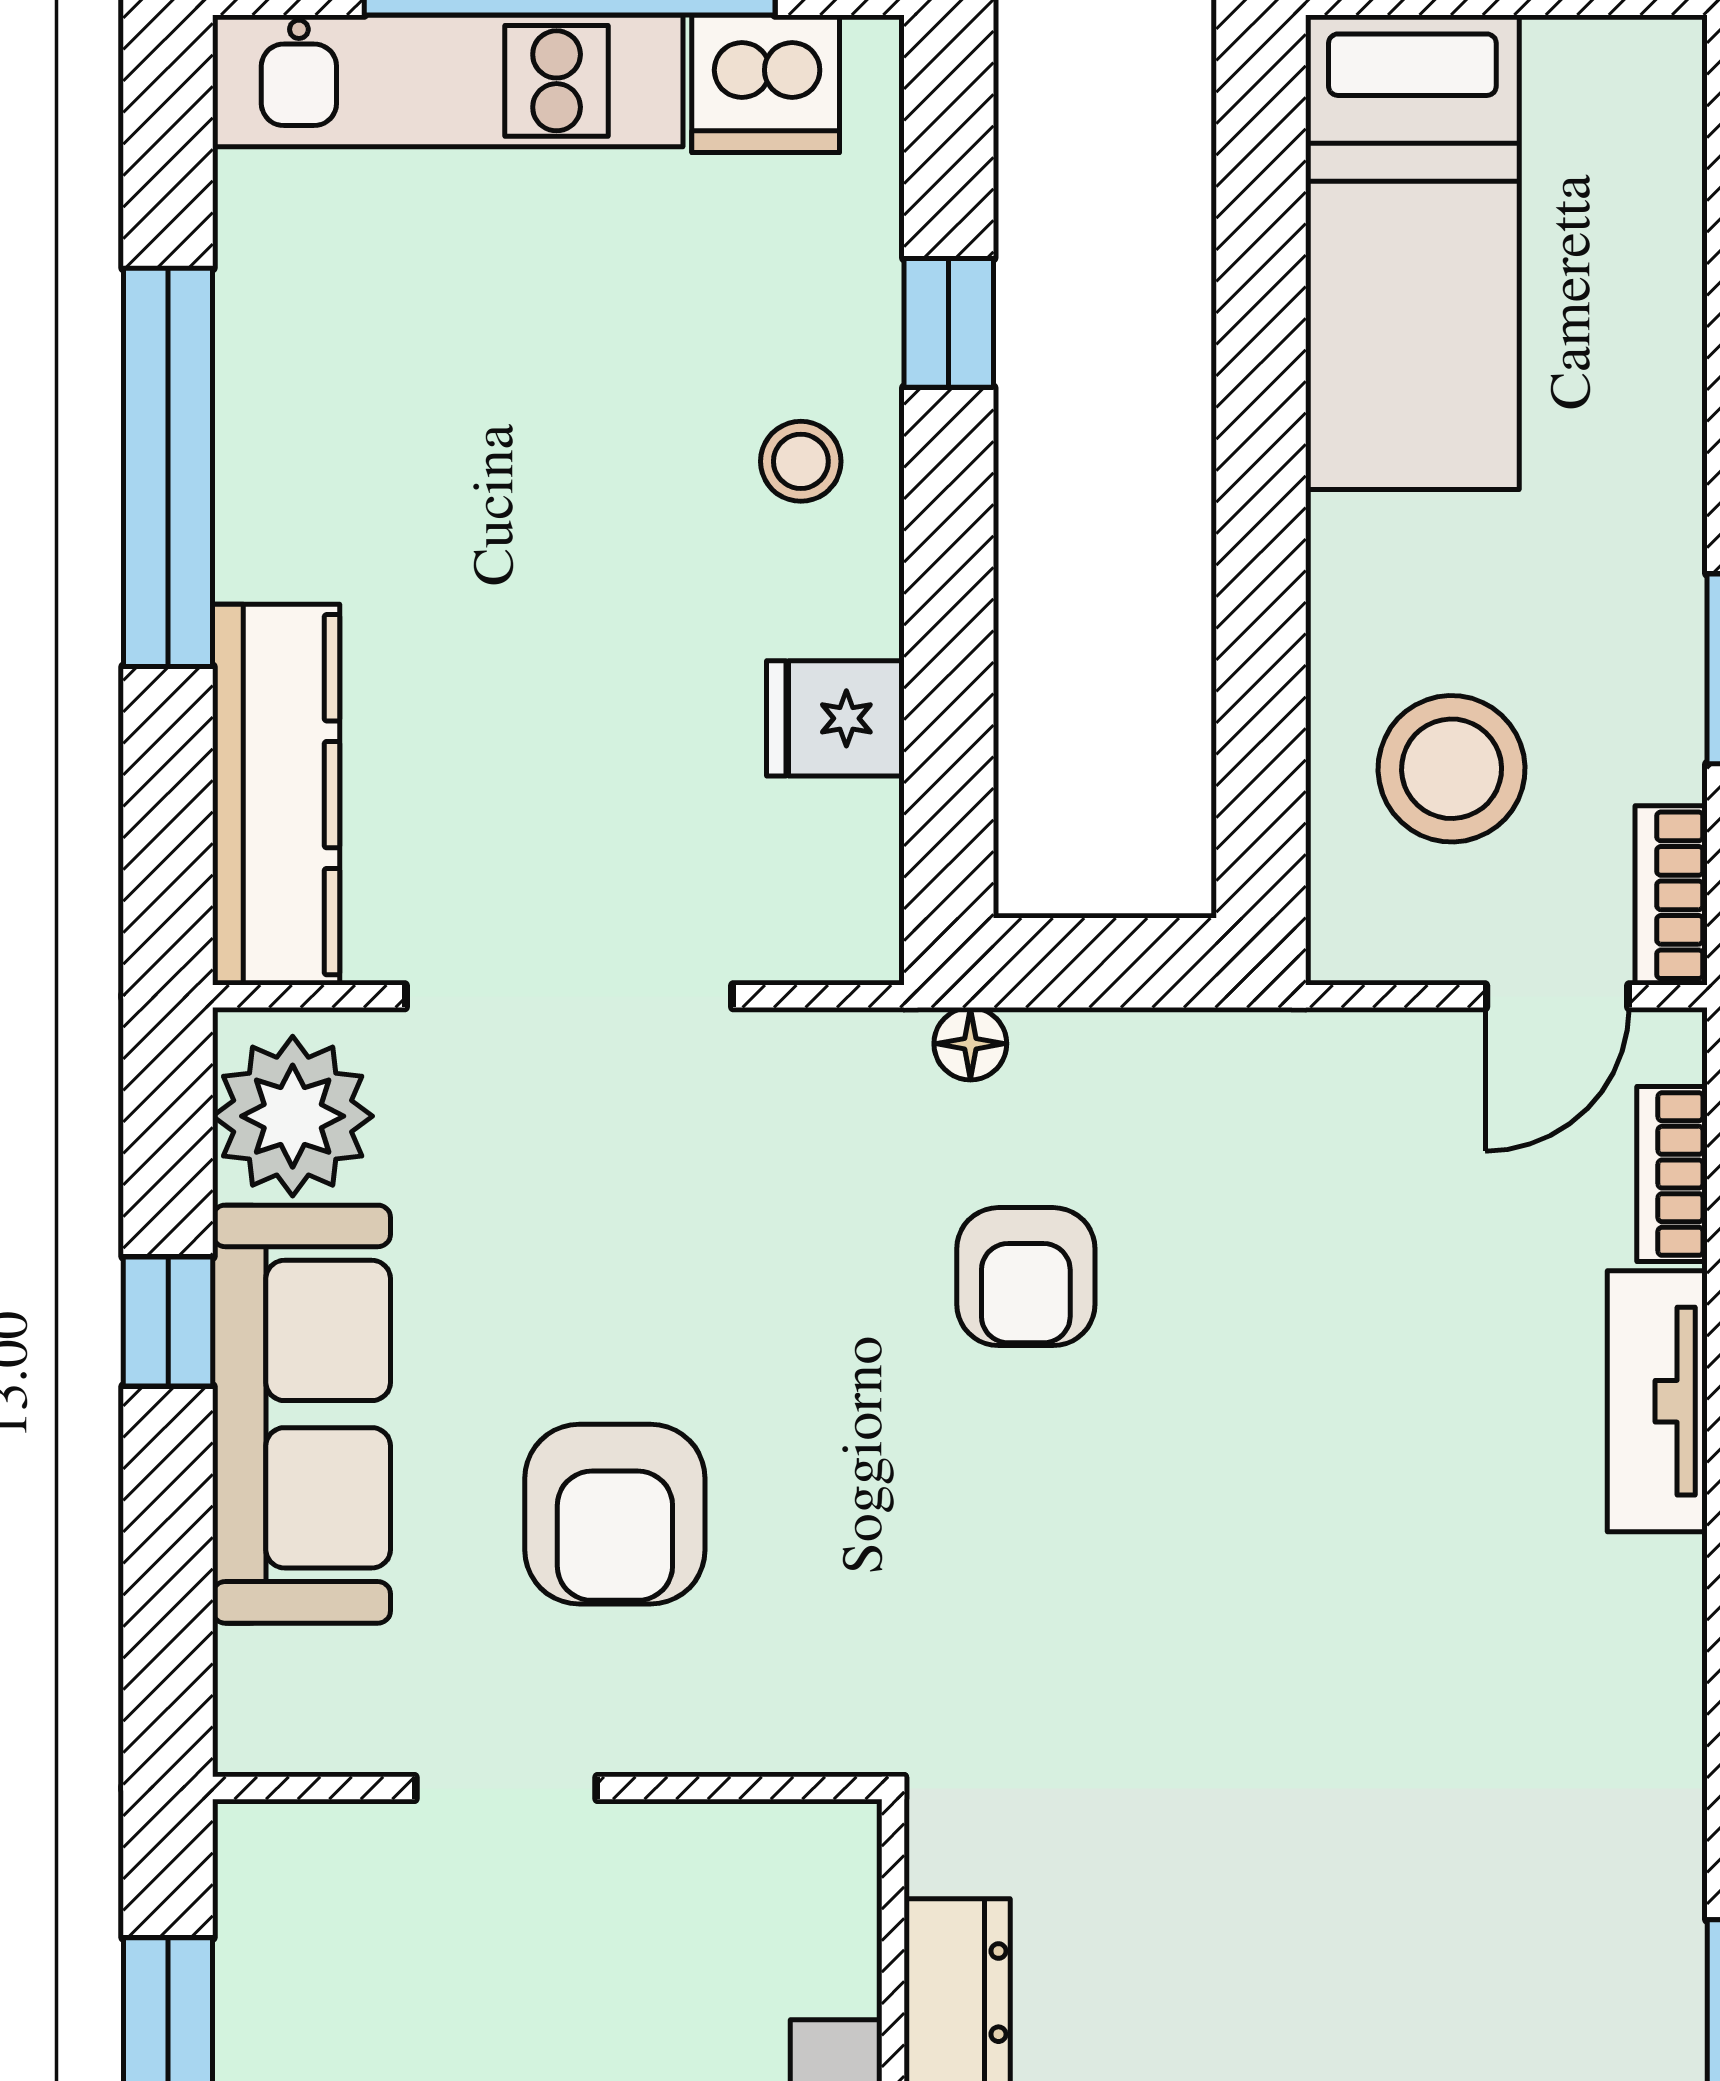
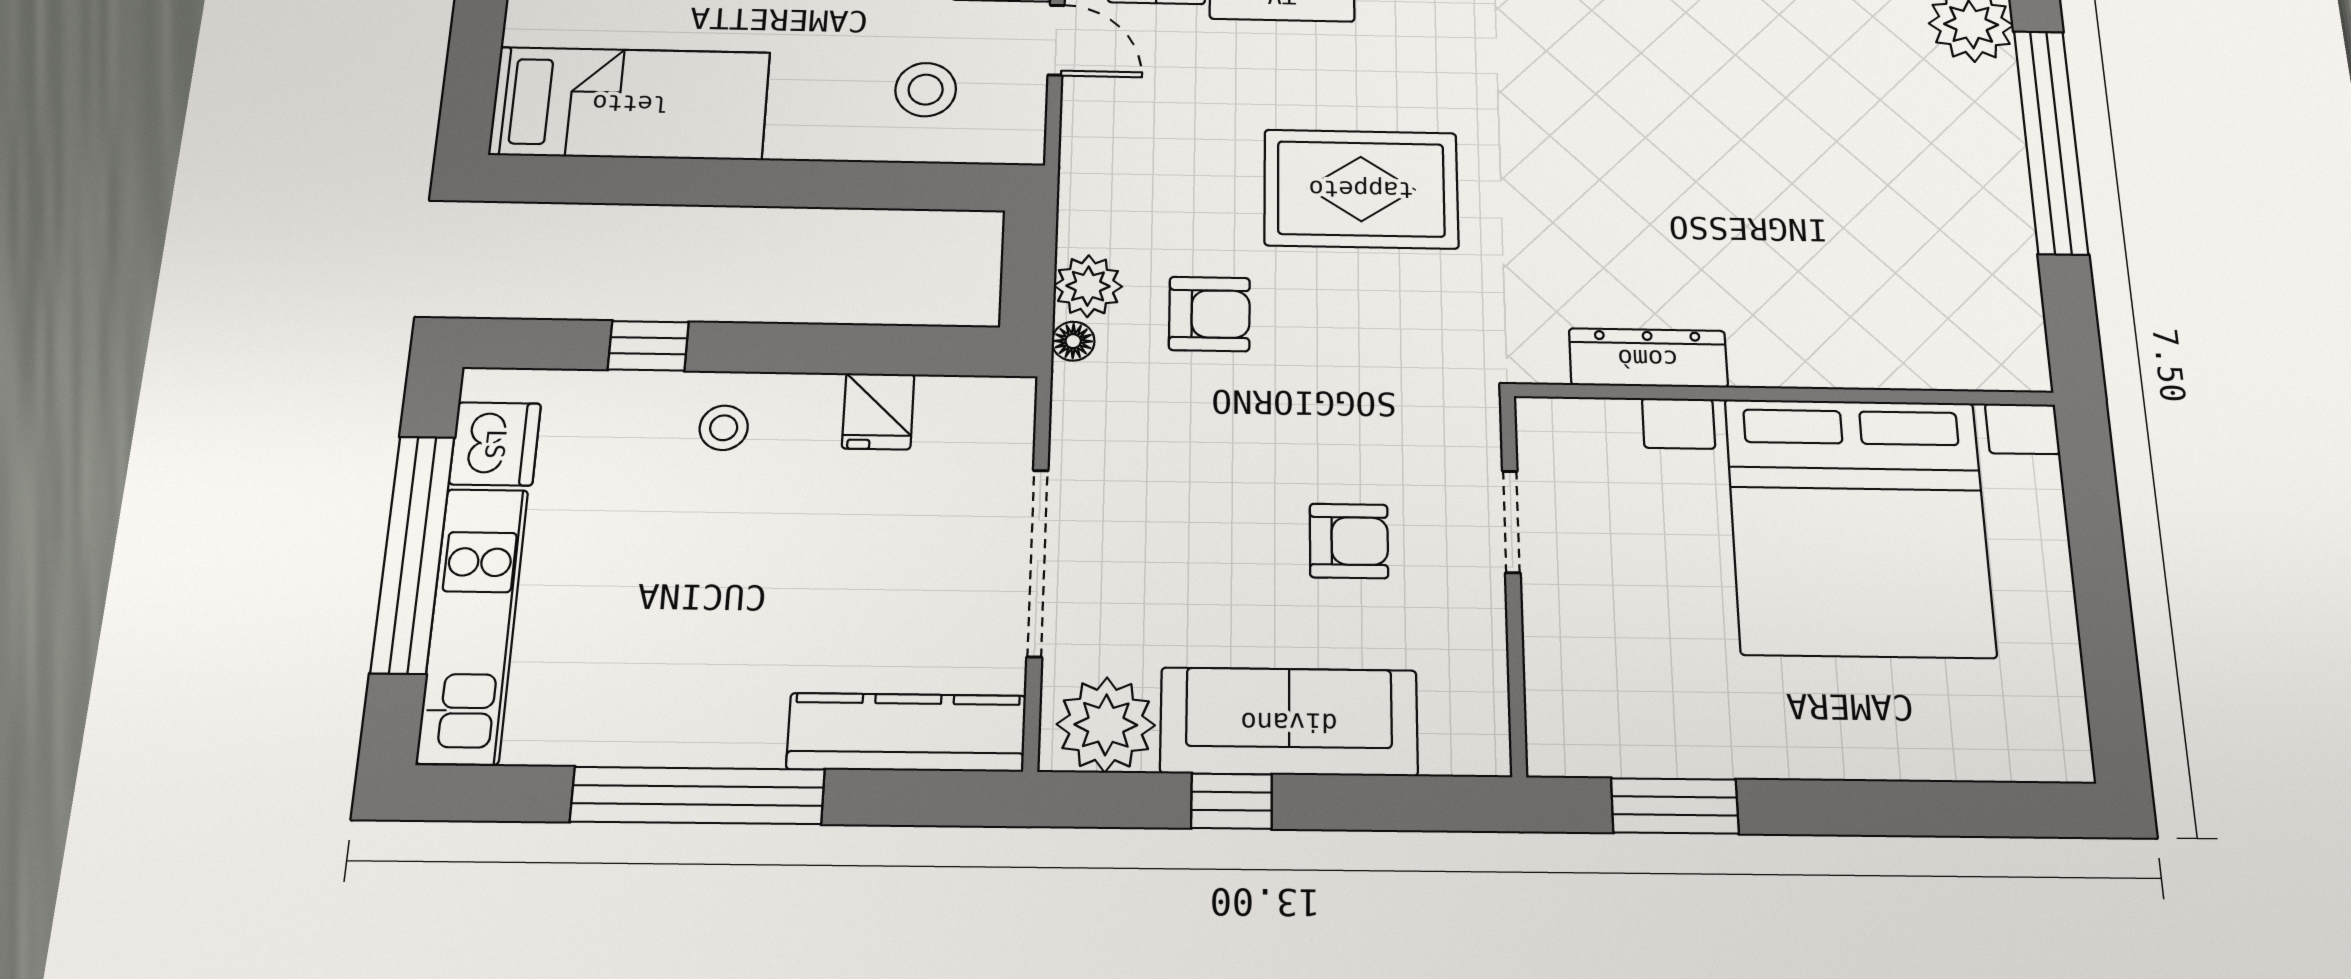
stool: (1452, 769) -> (926, 90), width x0.73, depth x0.73
plant: (1074, 1066) -> (1088, 286), added
armchair: (615, 1514) -> (1349, 541), width x0.72, depth x0.72
rug: (1271, 1541) -> (1361, 189), added
doorway: (506, 1788) -> (1511, 522), moved

